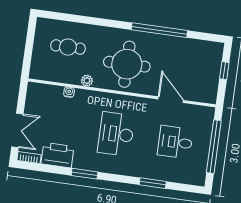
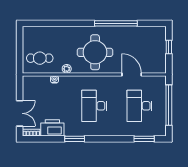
cafe table: (68, 47) -> (40, 58), moved
desk: (175, 142) -> (140, 106), width x1.37
window: (153, 183) -> (144, 139), moved

